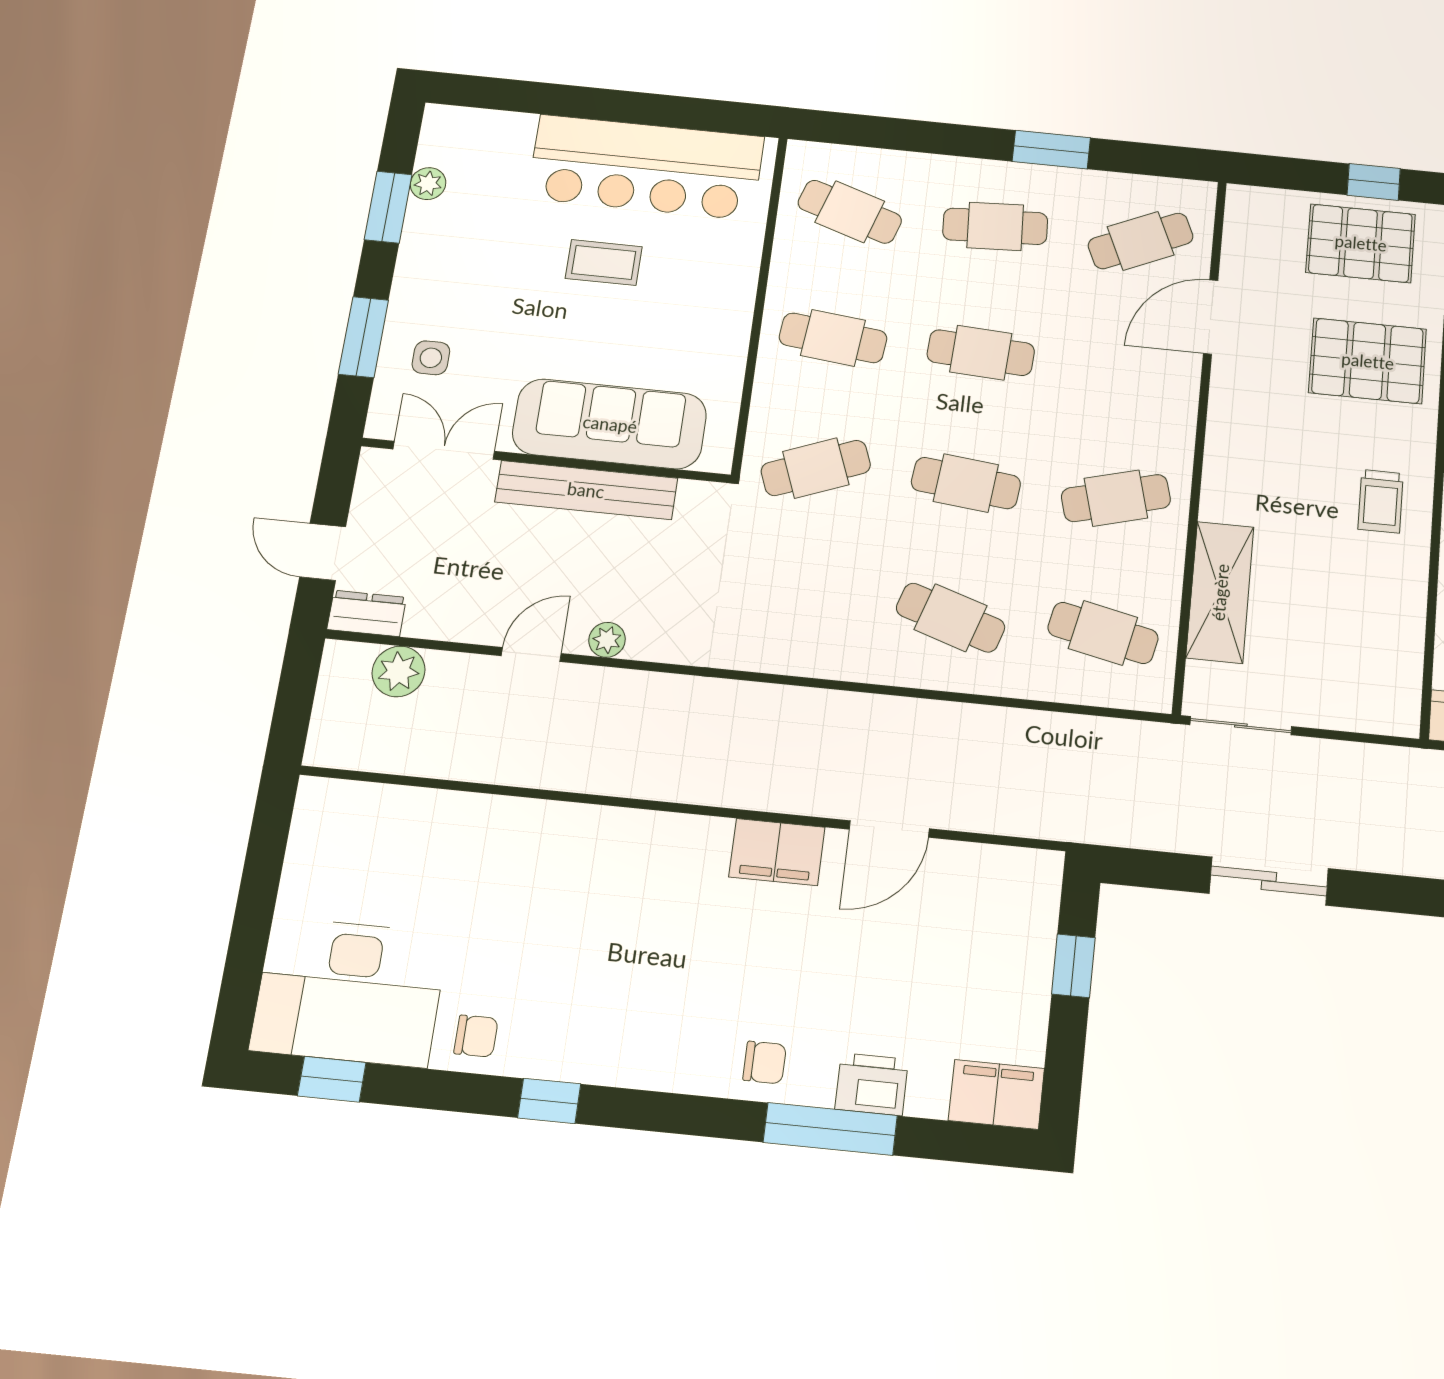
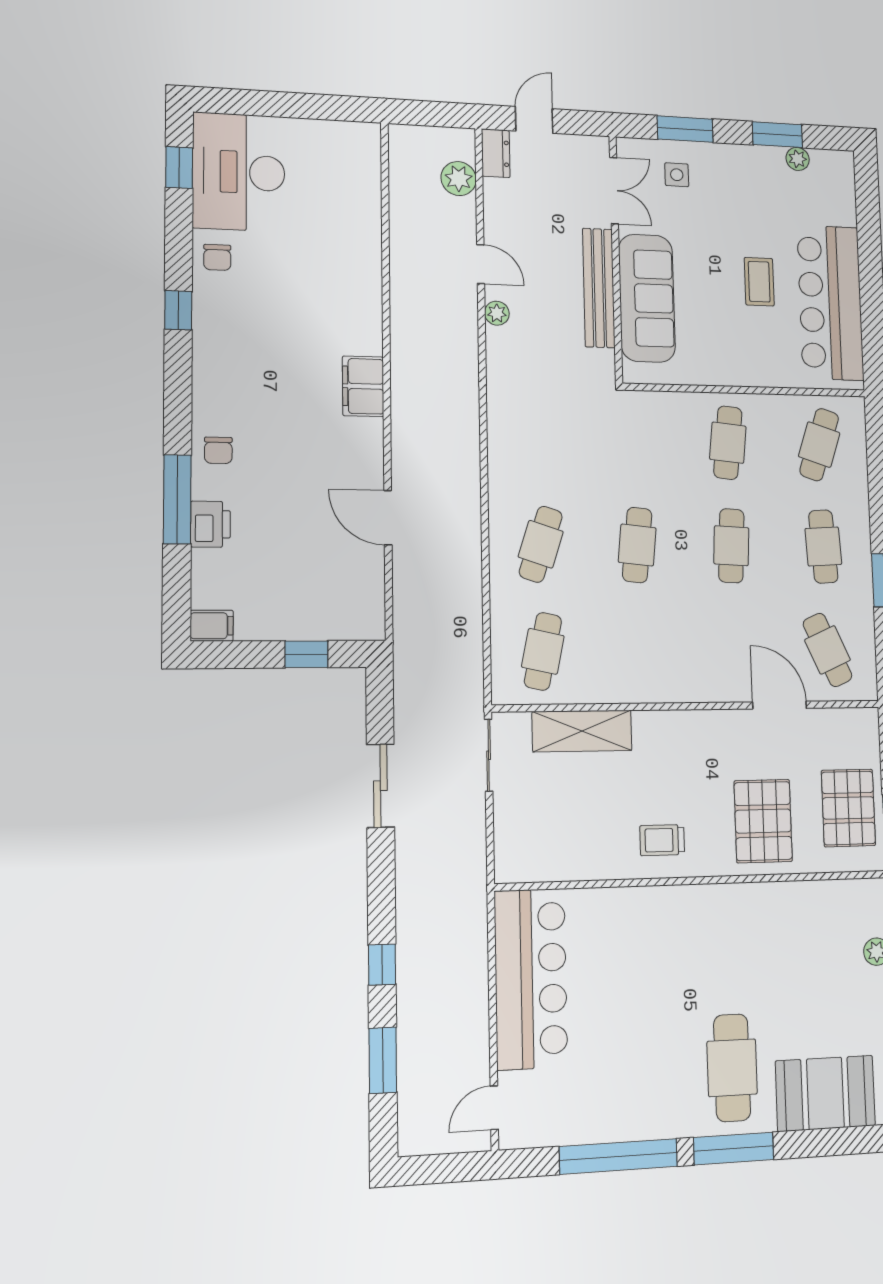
cafe table: (816, 468) -> (634, 441), removed
cafe table: (1116, 498) -> (640, 651), removed
filing cabinet: (777, 852) -> (363, 386), moved
filing cabinet: (996, 1094) -> (212, 626), width x0.50

